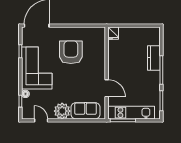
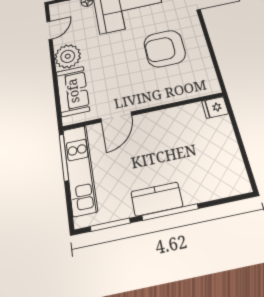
armchair: (71, 52) -> (165, 49), turned 180
kitchen counter: (154, 58) -> (157, 199), moved

